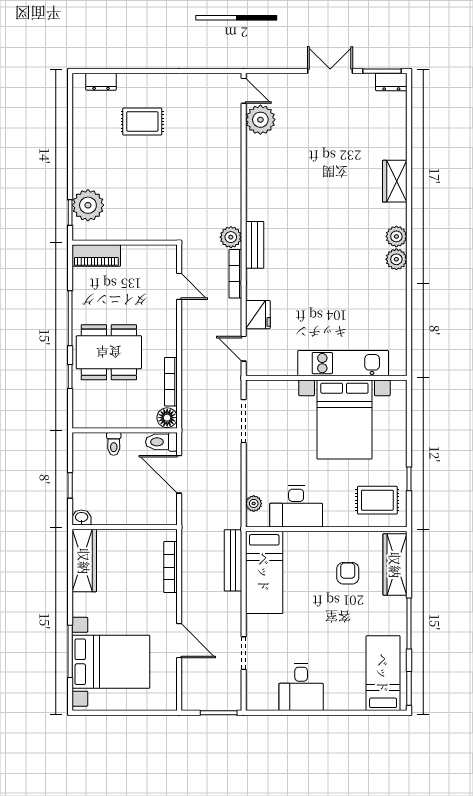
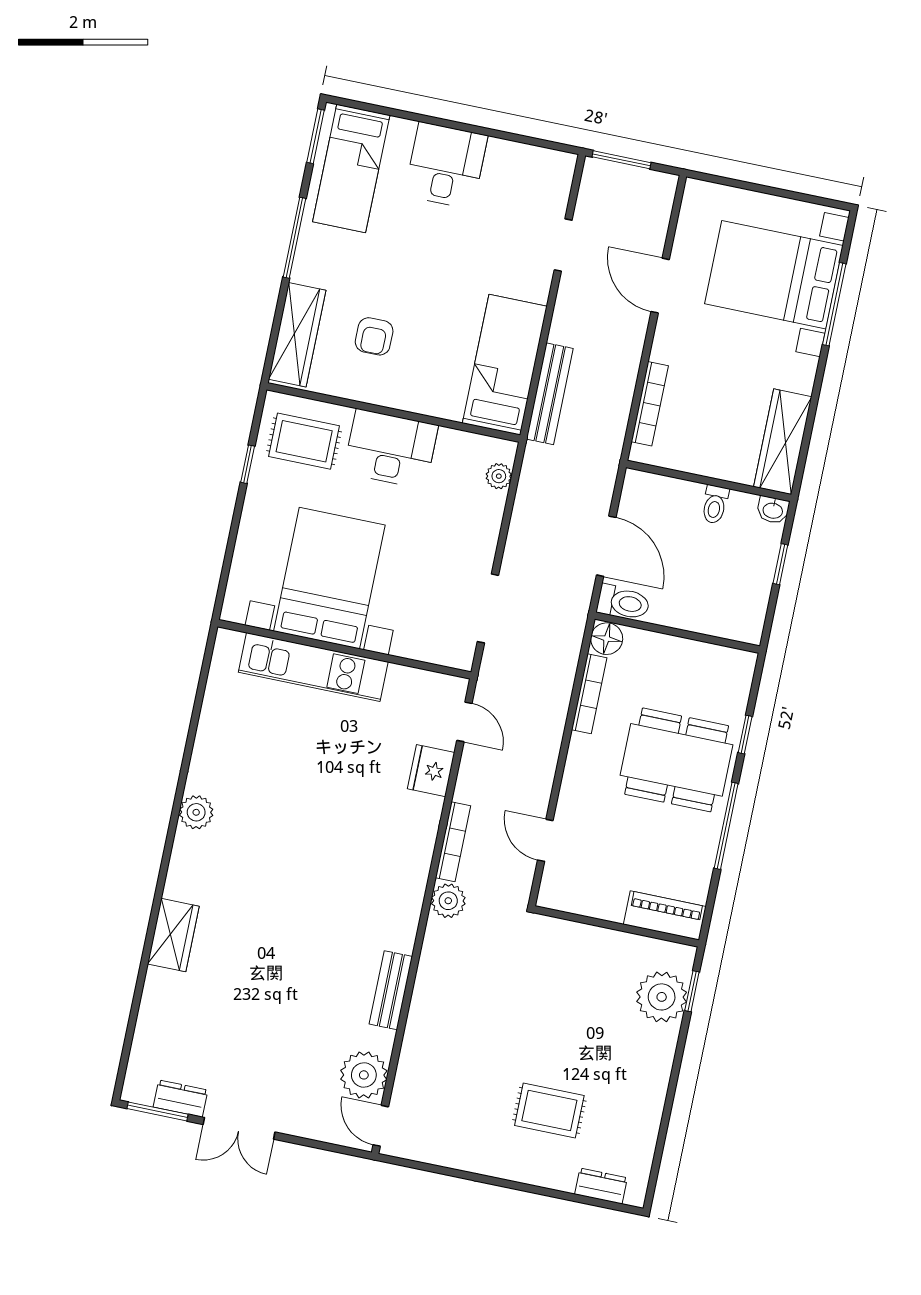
dresser: (391, 82) -> (181, 1099), moved
plant: (396, 236) -> (189, 848), removed
bench: (255, 245) -> (391, 990), moved
toilet: (114, 444) -> (715, 504), moved, turned 180
desk: (296, 507) -> (391, 449), moved
desk: (301, 687) -> (446, 165), moved

